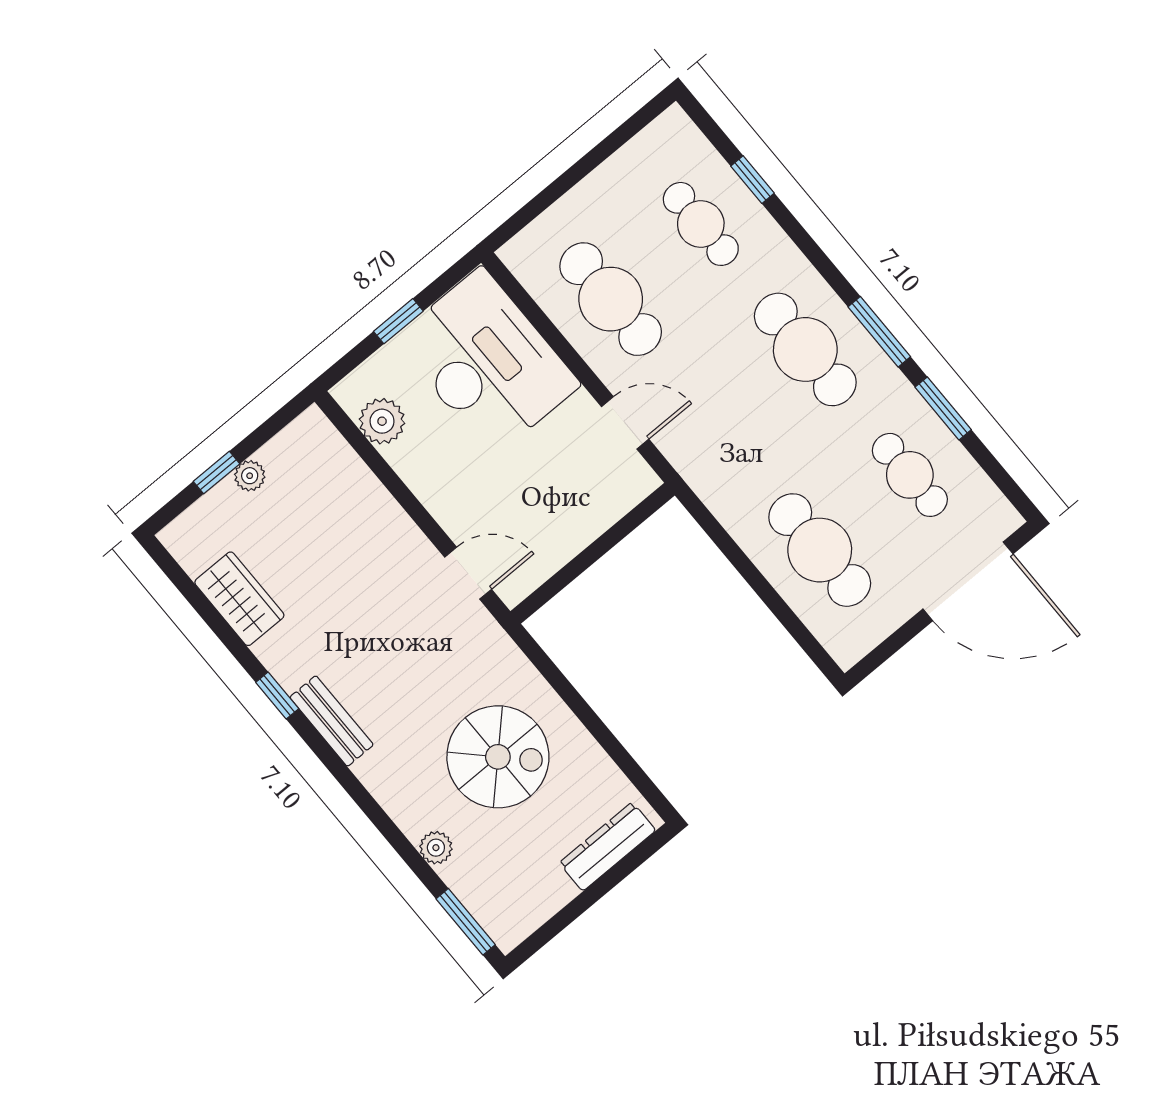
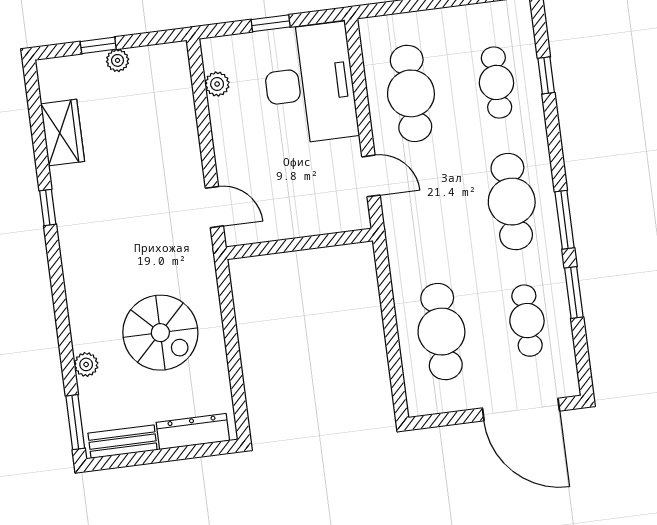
plant: (382, 421) -> (217, 84), width x0.73, depth x0.73
bench: (332, 721) -> (123, 442), moved, turned 90

